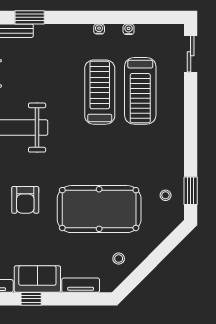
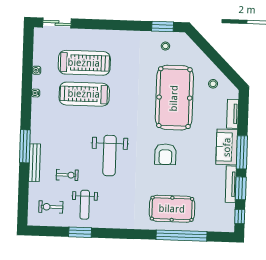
window: (30, 17) -> (25, 146), width x1.44
armchair: (25, 200) -> (165, 154), turned 90
window: (31, 299) -> (242, 152), width x2.17

